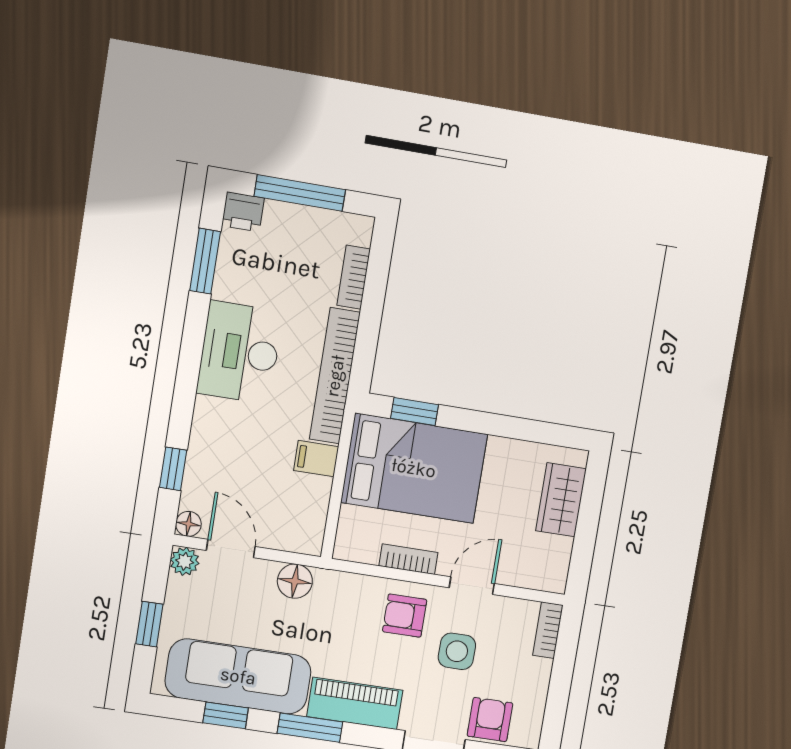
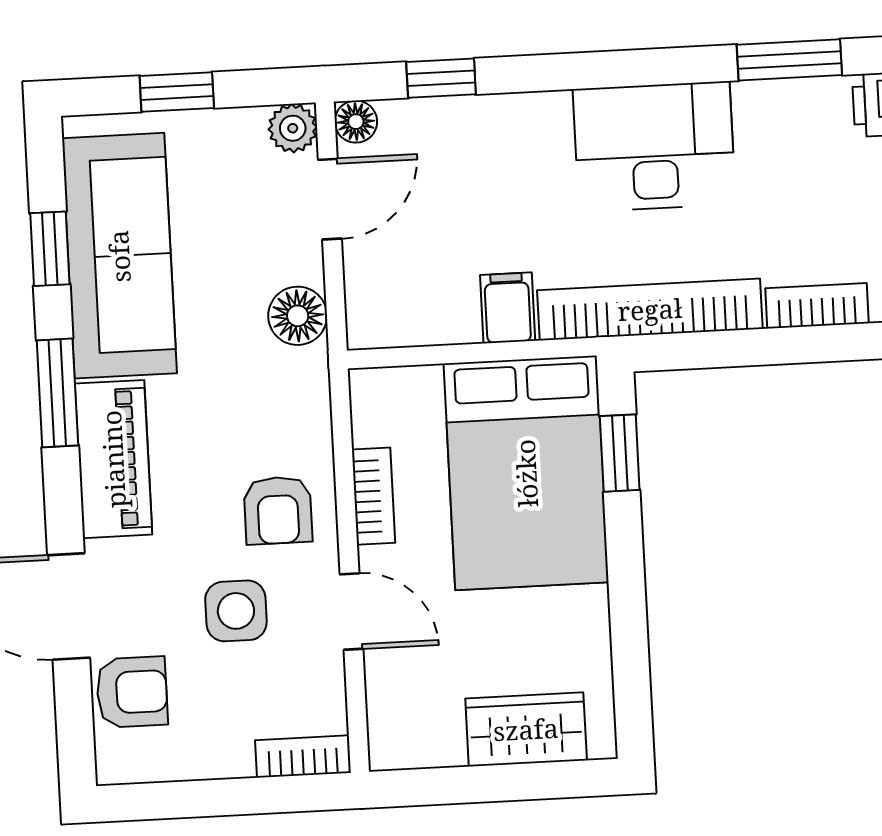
armchair: (405, 616) -> (278, 510), turned 180

